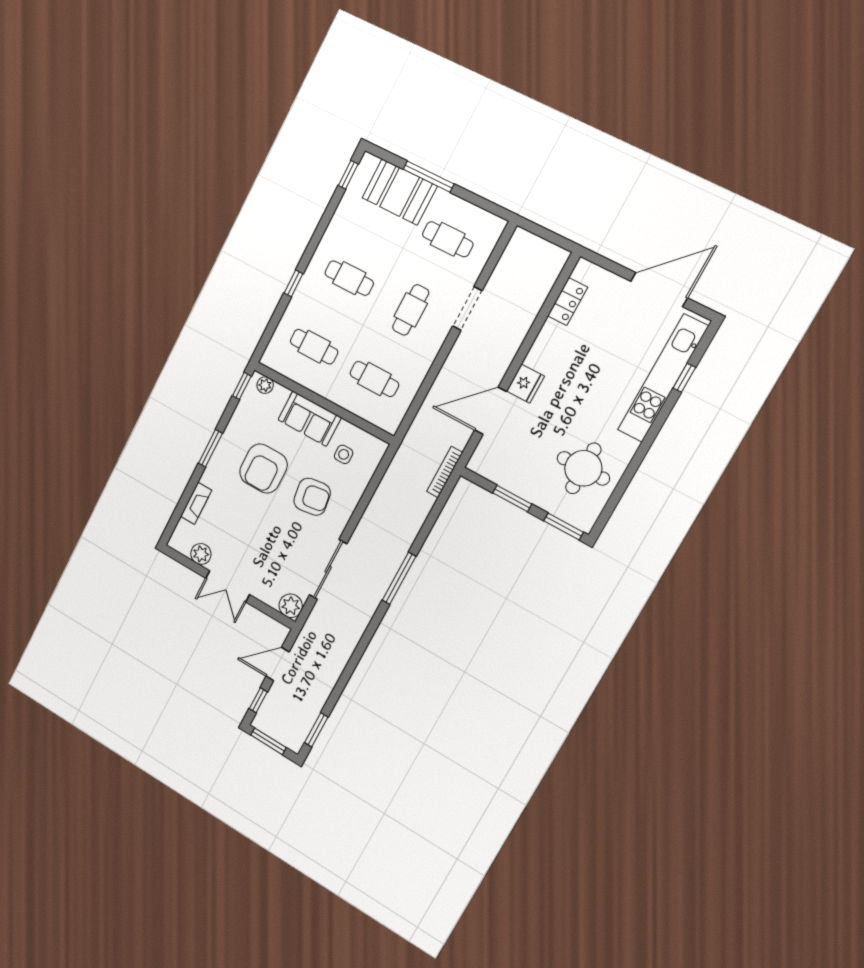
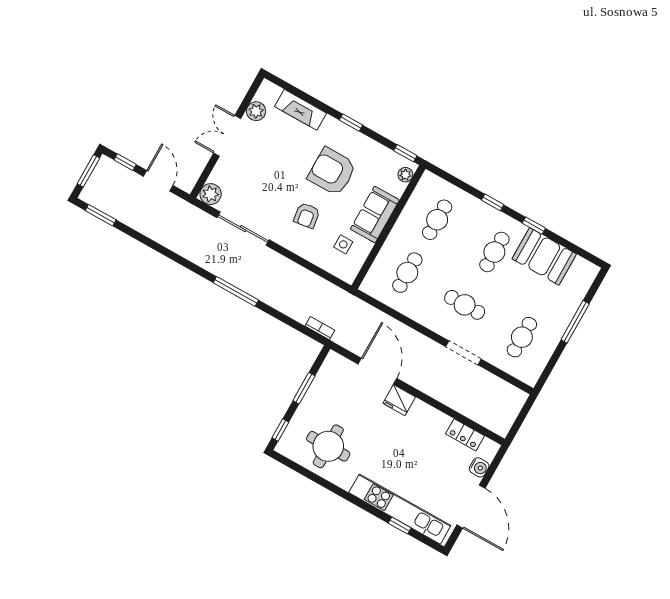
window: (348, 175) -> (534, 226), moved
booth: (400, 192) -> (544, 256), moved, turned 90
water cooler: (609, 282) -> (479, 467), added
window: (210, 448) -> (351, 123), width x0.67
bookcase: (445, 472) -> (320, 328), width x0.64
armchair: (312, 497) -> (307, 215), width x0.72, depth x0.72
fireplace: (196, 503) -> (301, 110), width x1.37, depth x1.32
window: (564, 526) -> (280, 430), width x0.67

